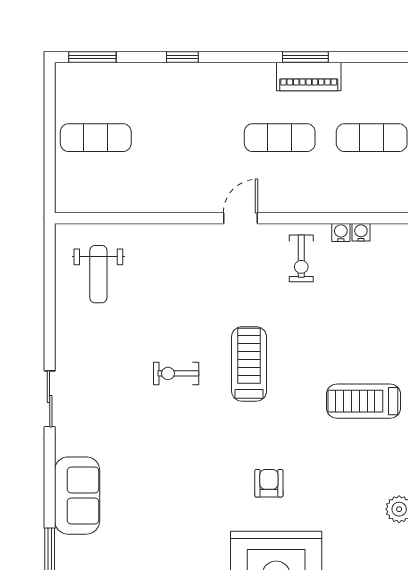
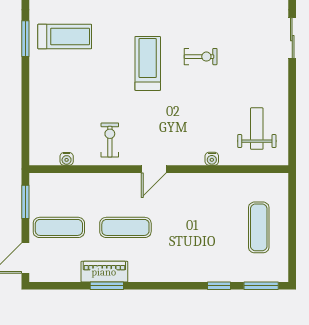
window: (182, 57) -> (219, 286), moved
exercise mat: (96, 138) -> (259, 227), turned 90
water cooler: (341, 232) -> (212, 159), moved
treadmill: (249, 364) -> (148, 63), turned 180

